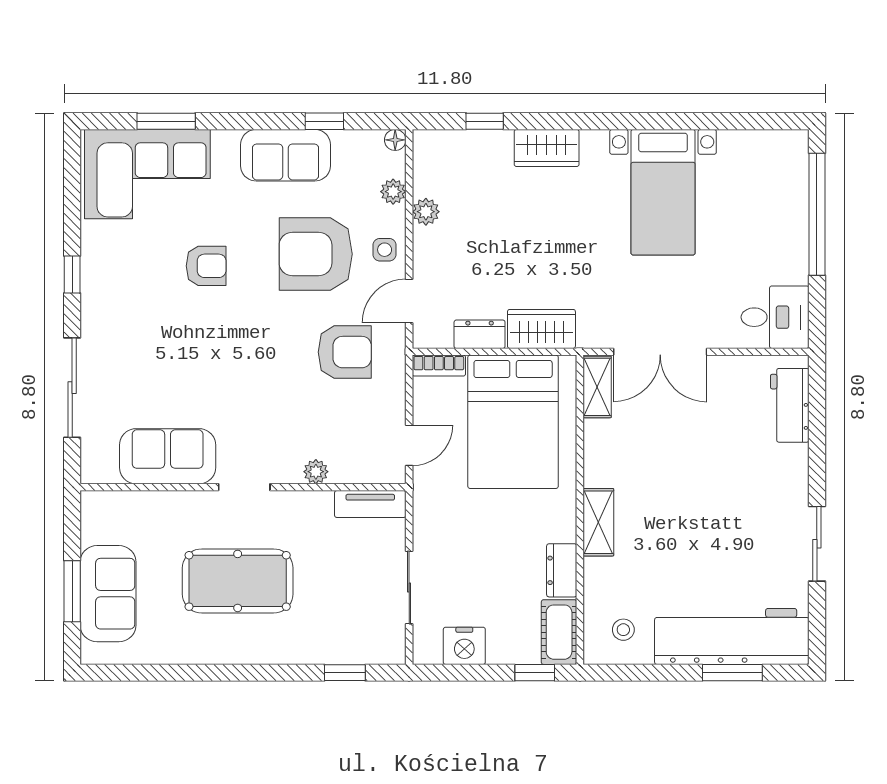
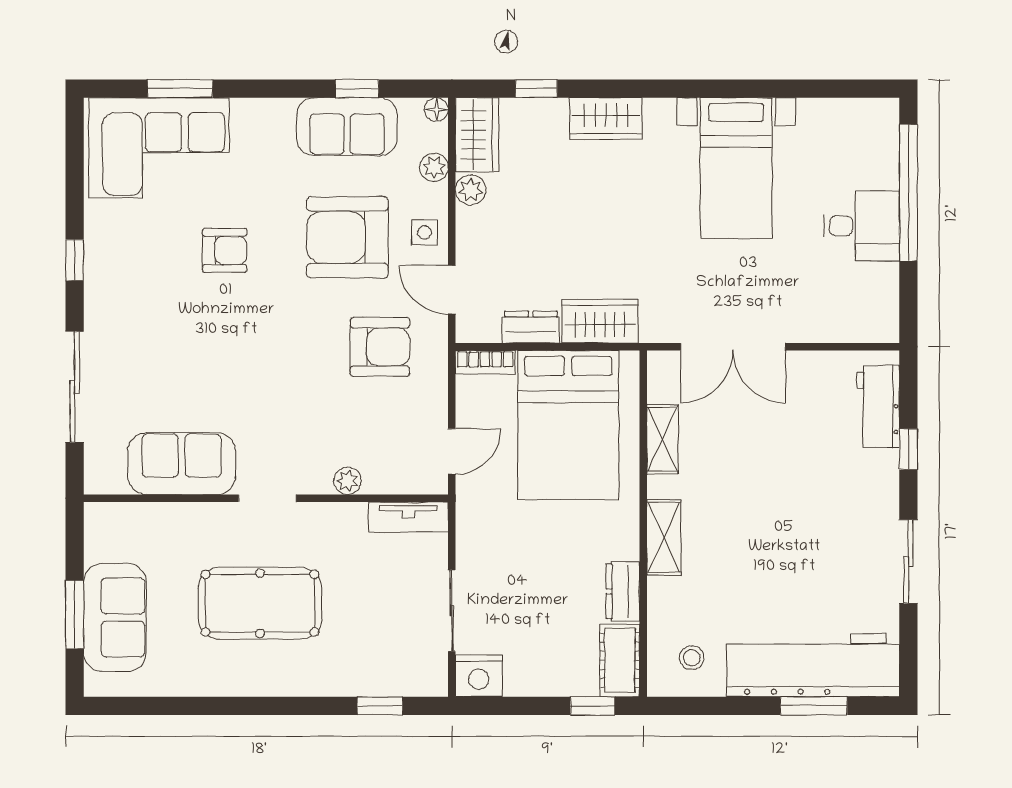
sofa: (285, 155) -> (347, 127), moved
wardrobe: (432, 162) -> (477, 135), added
door: (409, 301) -> (452, 290), hinge flipped
desk: (775, 317) -> (862, 226), moved
shelving: (597, 387) -> (662, 439), moved
window: (817, 443) -> (908, 449), added
nightstand: (464, 646) -> (479, 676), moved

